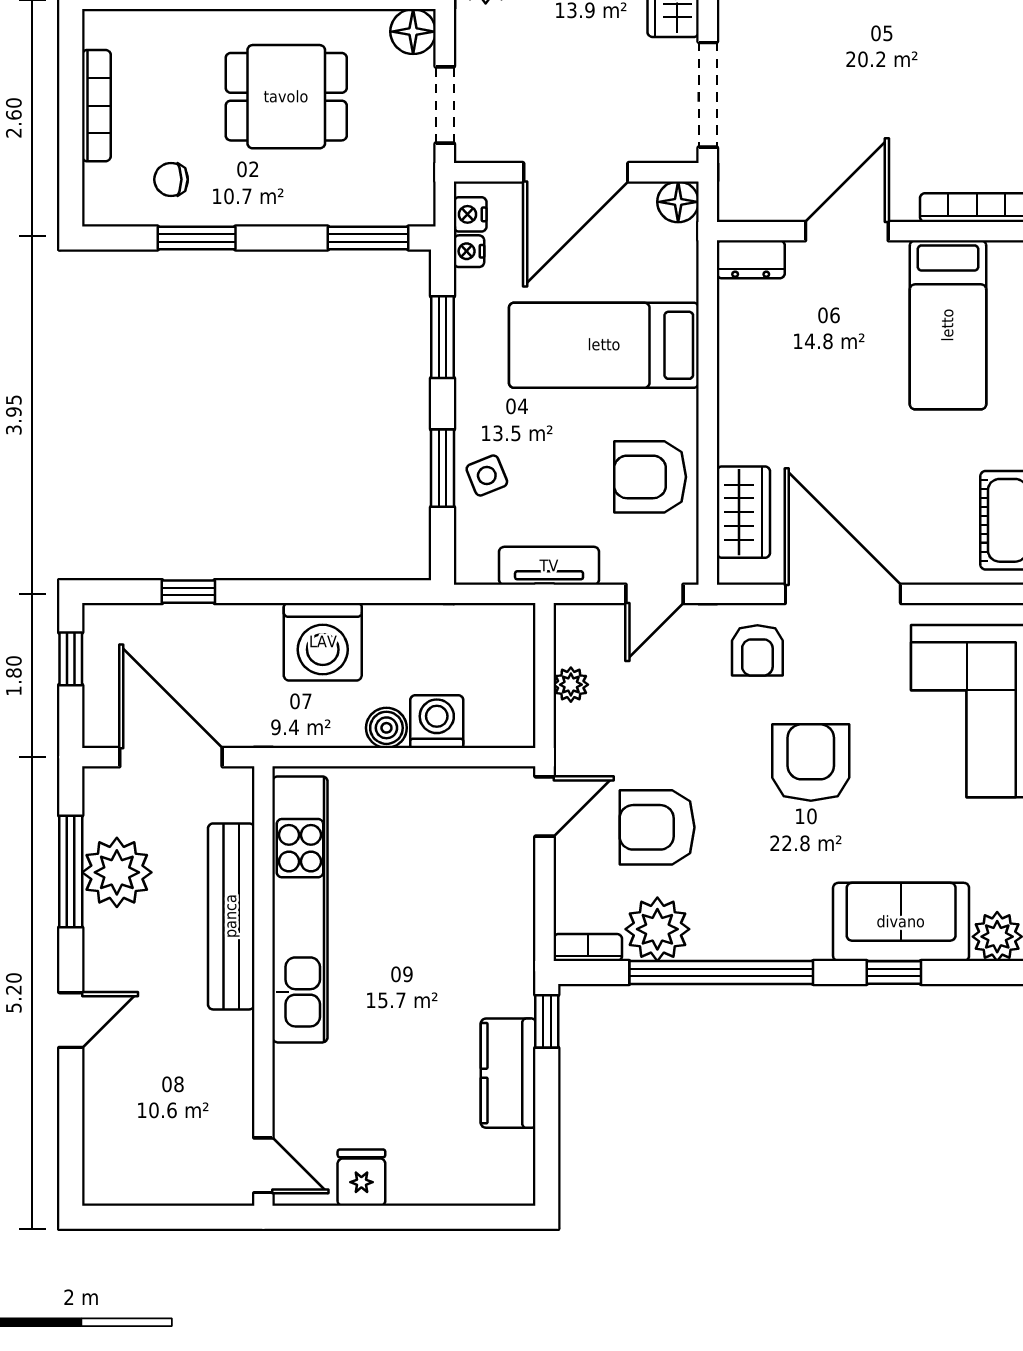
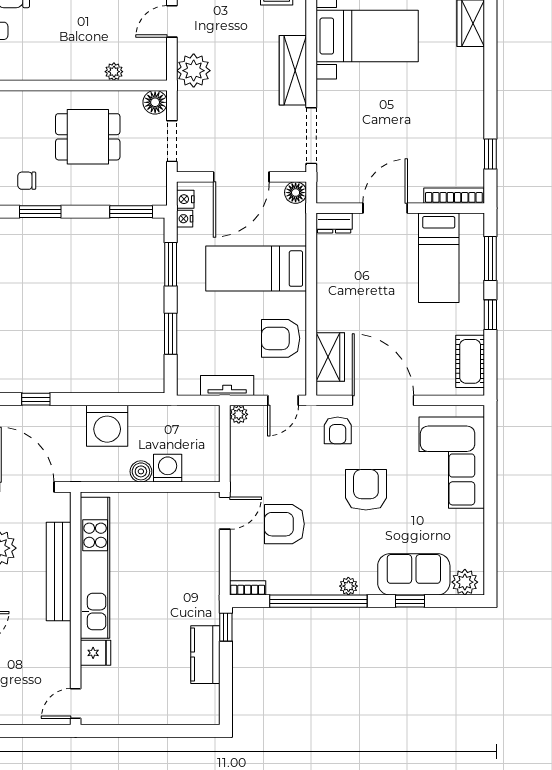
side table: (487, 475) -> (194, 338), removed
plant: (571, 685) -> (239, 414), moved
plant: (657, 929) -> (348, 586), moved, width x0.53, depth x0.53
door: (263, 1165) -> (76, 703), swing flipped
fridge: (361, 1178) -> (96, 653), moved, turned 90

